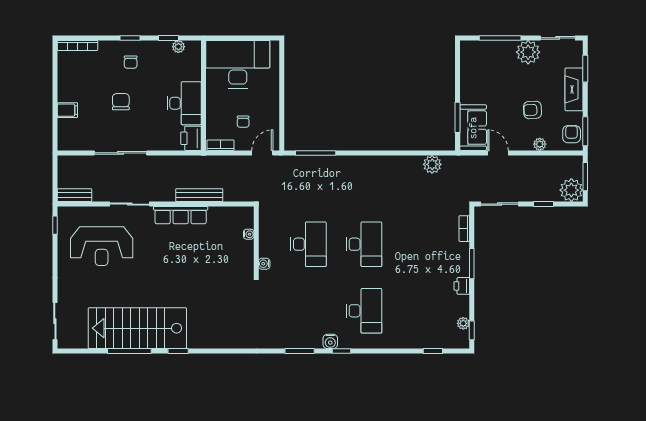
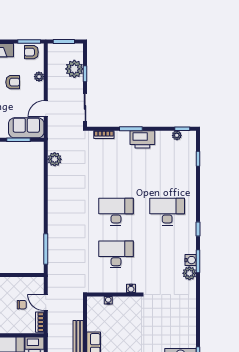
armchair: (532, 110) -> (13, 82), turned -87
door: (262, 153) -> (46, 303), moved
plant: (571, 190) -> (74, 69), moved
printer: (462, 286) -> (142, 139), width x1.87, depth x1.48
plant: (284, 340) -> (189, 273), added
water cooler: (330, 341) -> (191, 260), moved

